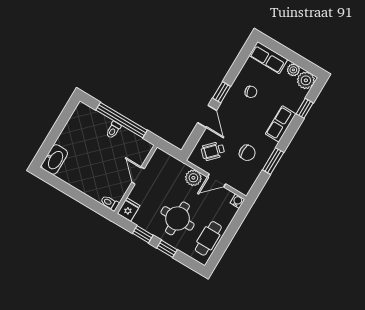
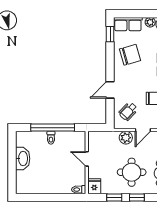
window: (222, 92) -> (110, 34), moved
chair: (251, 92) -> (130, 55), width x1.87, depth x1.87
door: (207, 117) -> (110, 90), swing flipped
washbasin: (55, 159) -> (23, 159), moved

